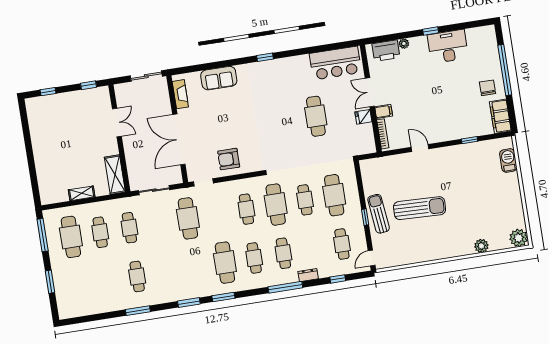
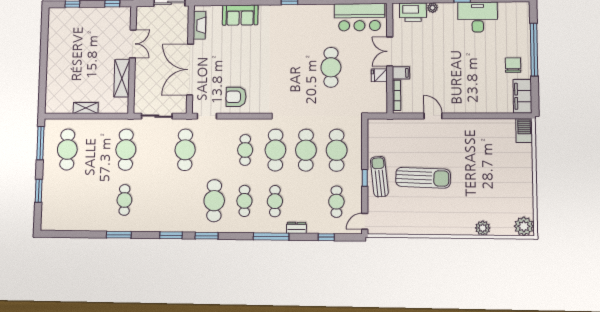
window: (470, 140) -> (486, 116), removed
barbecue: (508, 161) -> (524, 131), moved
shelving: (115, 175) -> (122, 78), moved
cafe table: (305, 200) -> (306, 150), width x1.37, depth x1.35
cafe table: (129, 228) -> (126, 150), width x1.37, depth x1.35
cafe table: (100, 232) -> (96, 150), removed

